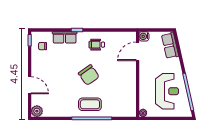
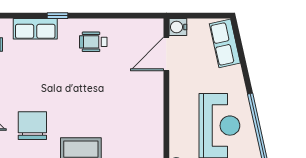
chair: (89, 75) -> (32, 126), moved, turned -145

